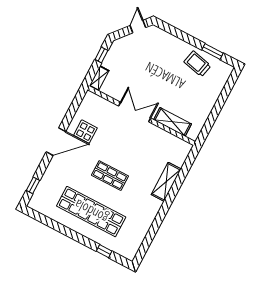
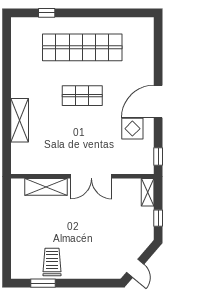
trolley: (197, 64) -> (52, 262), turned -103
window: (33, 185) -> (158, 157), moved

